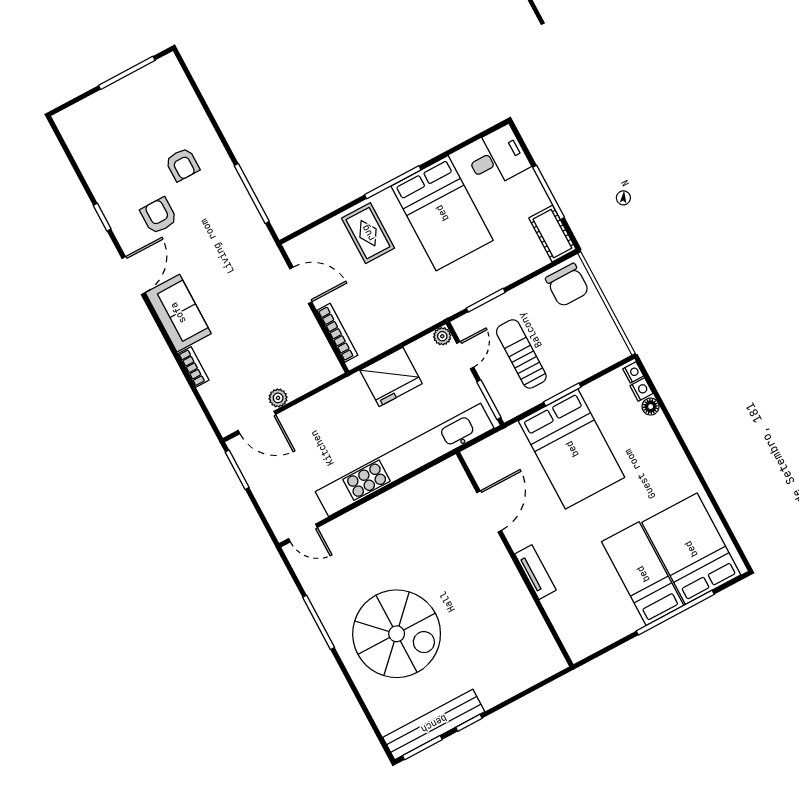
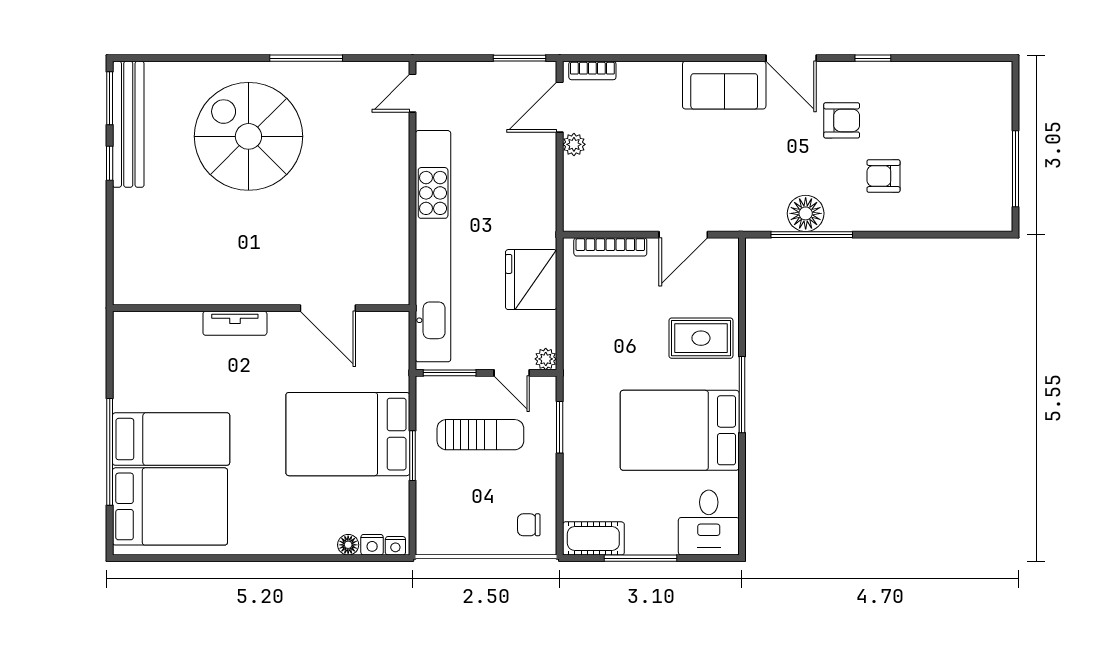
floor lamp: (239, 206) -> (806, 213), added
chair: (567, 285) -> (529, 525), width x0.54, depth x0.54
bookcase: (193, 367) -> (592, 70), moved
spiral stairs: (397, 634) -> (248, 136), turned 90

